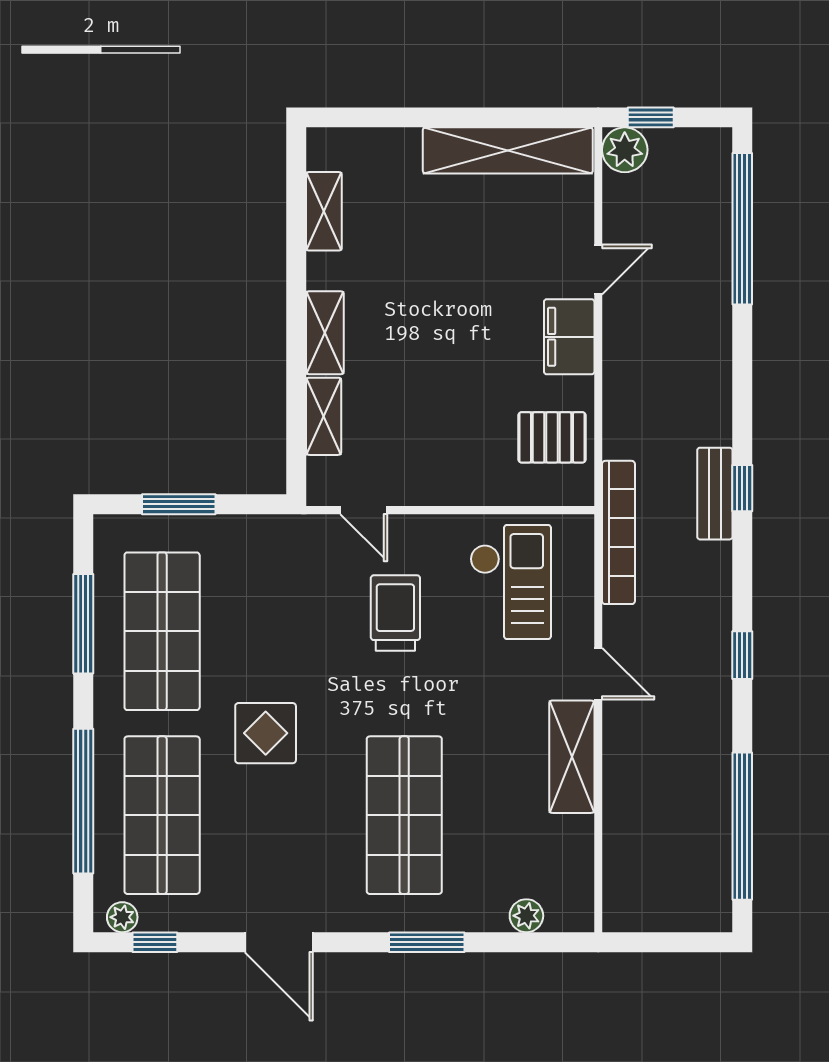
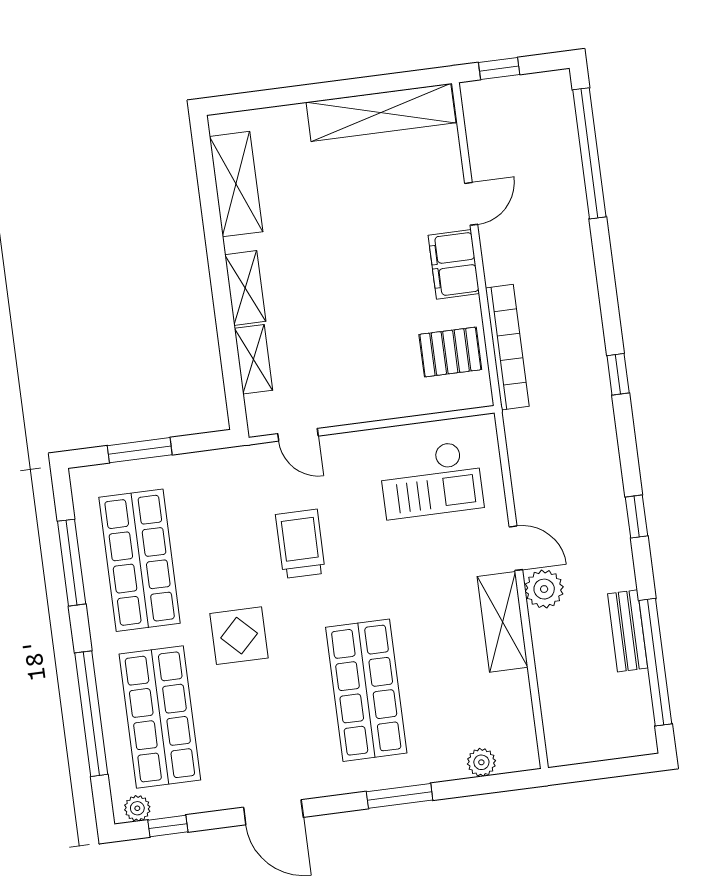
plant: (625, 150) -> (544, 589), moved
shelving: (324, 211) -> (236, 184), width x1.50, depth x1.33
bench: (715, 494) -> (628, 631), moved
bookcase: (618, 532) -> (507, 347), moved
checkout: (511, 582) -> (431, 480), turned 90
trolley: (395, 613) -> (300, 544), moved

